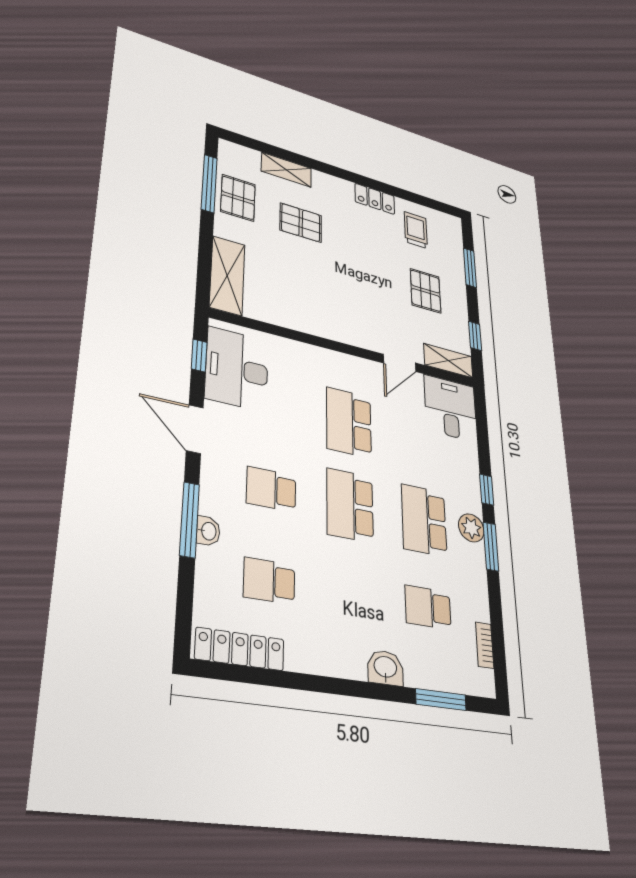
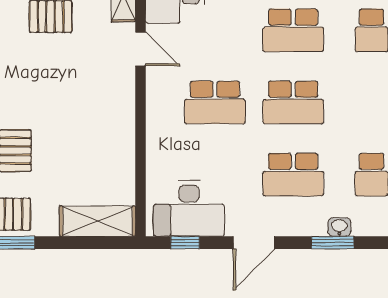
school desk: (271, 489) -> (293, 175), width x1.85
window: (190, 520) -> (333, 243), width x0.69

